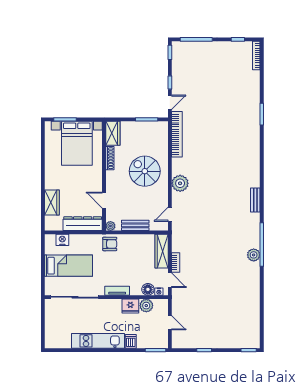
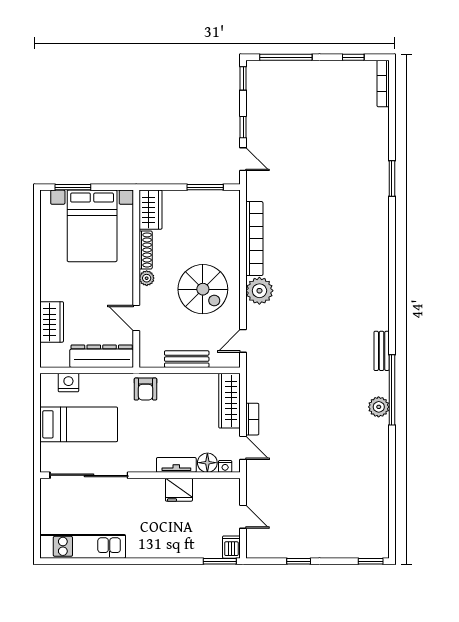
door: (170, 102) -> (243, 159), hinge flipped
bookcase: (177, 134) -> (254, 239), moved
spiral stairs: (145, 171) -> (203, 289), moved, turned 180
bench: (255, 200) -> (382, 351), moved
plant: (110, 226) -> (147, 278), moved
armchair: (110, 244) -> (145, 389), turned 90
tv unit: (117, 291) -> (176, 465), moved
plant: (146, 306) -> (205, 489), removed
kitchen unit: (98, 341) -> (83, 546), moved
dishwasher: (131, 341) -> (231, 547), moved

